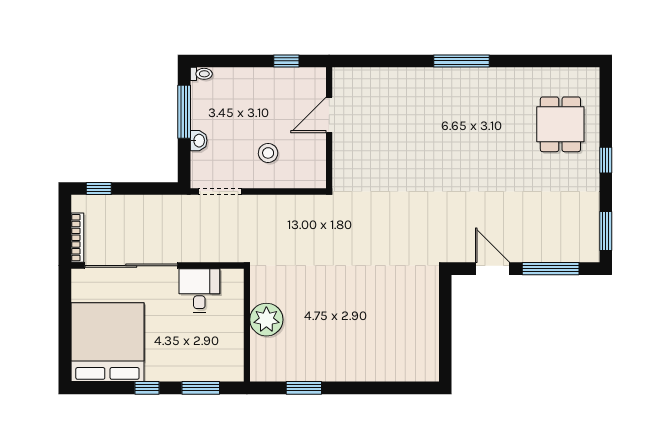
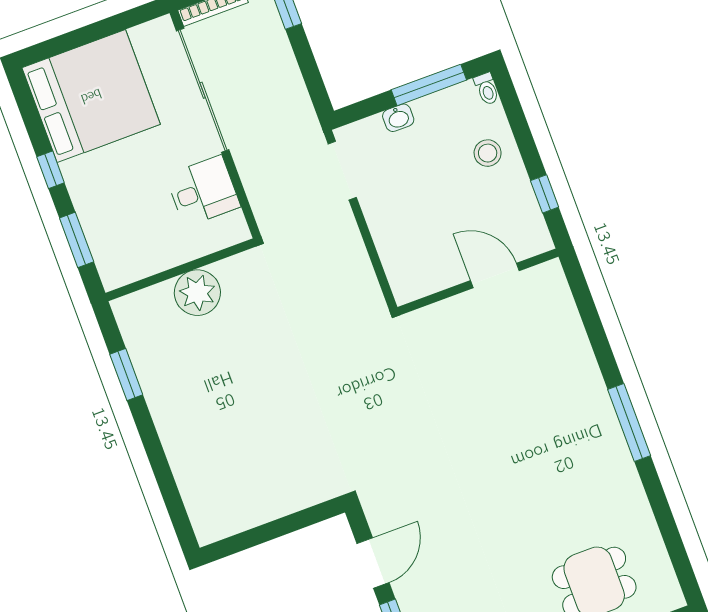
stool: (268, 153) -> (488, 153), moved

